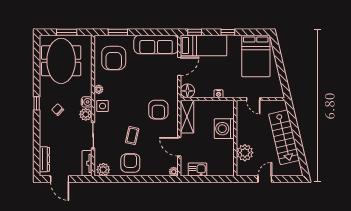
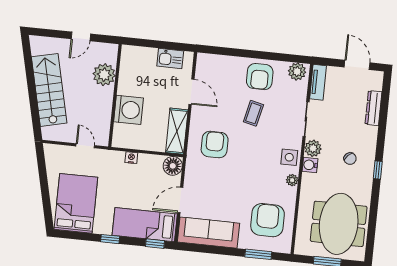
dresser: (44, 159) -> (374, 108), moved
plant: (174, 172) -> (203, 59), removed

